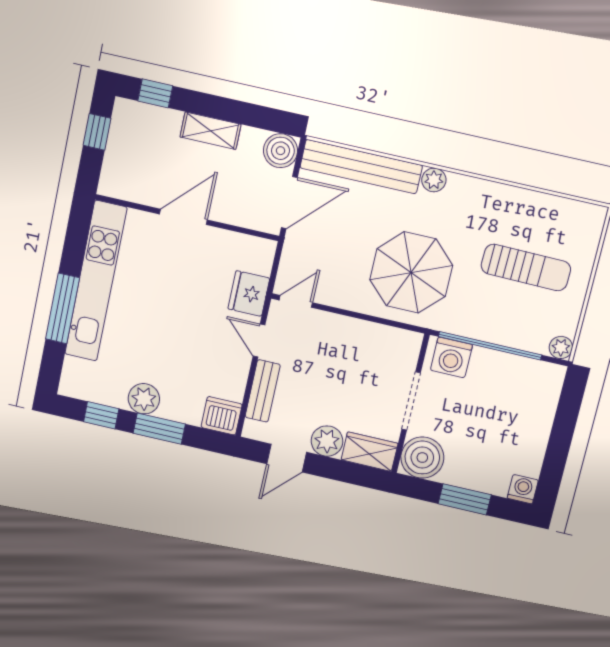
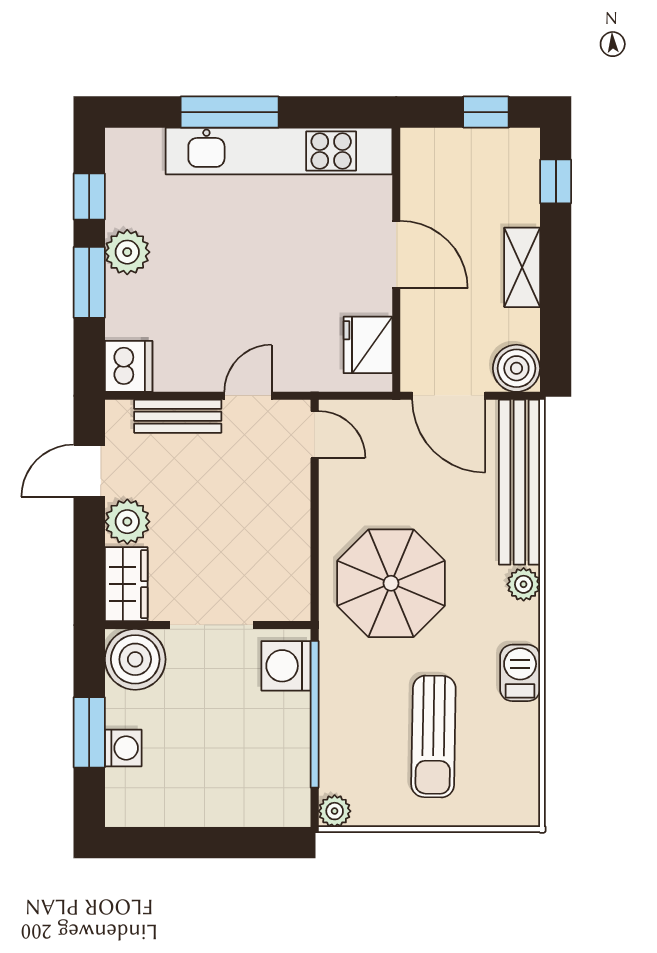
barbecue: (496, 197) -> (520, 673), added
fridge: (249, 294) -> (368, 345), moved, turned -90
door: (287, 458) -> (89, 471), hinge flipped
washing machine: (523, 489) -> (123, 748), moved

